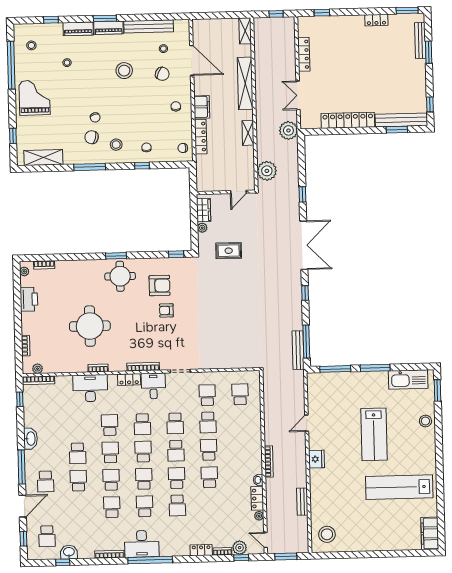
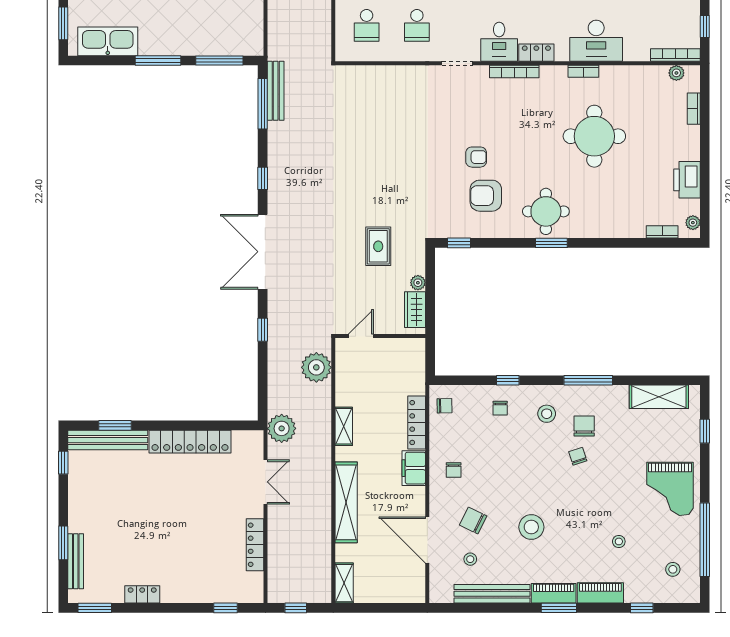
chair: (92, 137) -> (584, 426), turned -104
rug: (229, 251) -> (378, 246), turned 90

